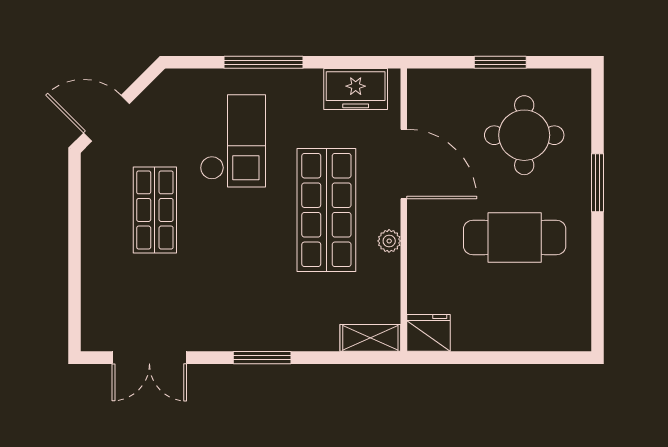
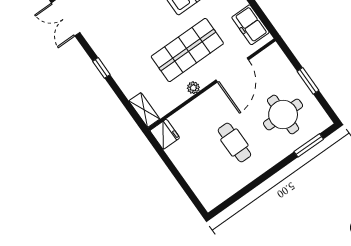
window: (598, 183) -> (309, 145), moved
cafe table: (515, 238) -> (234, 143), width x0.73, depth x0.74
window: (262, 358) -> (101, 68), width x0.67

